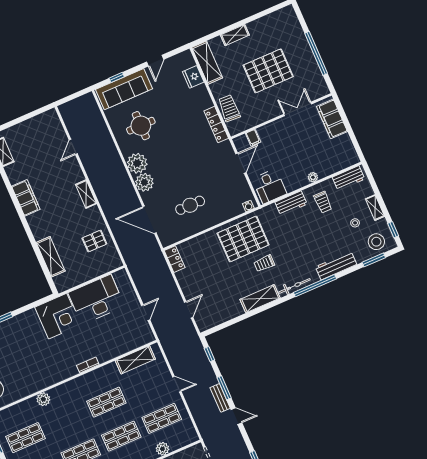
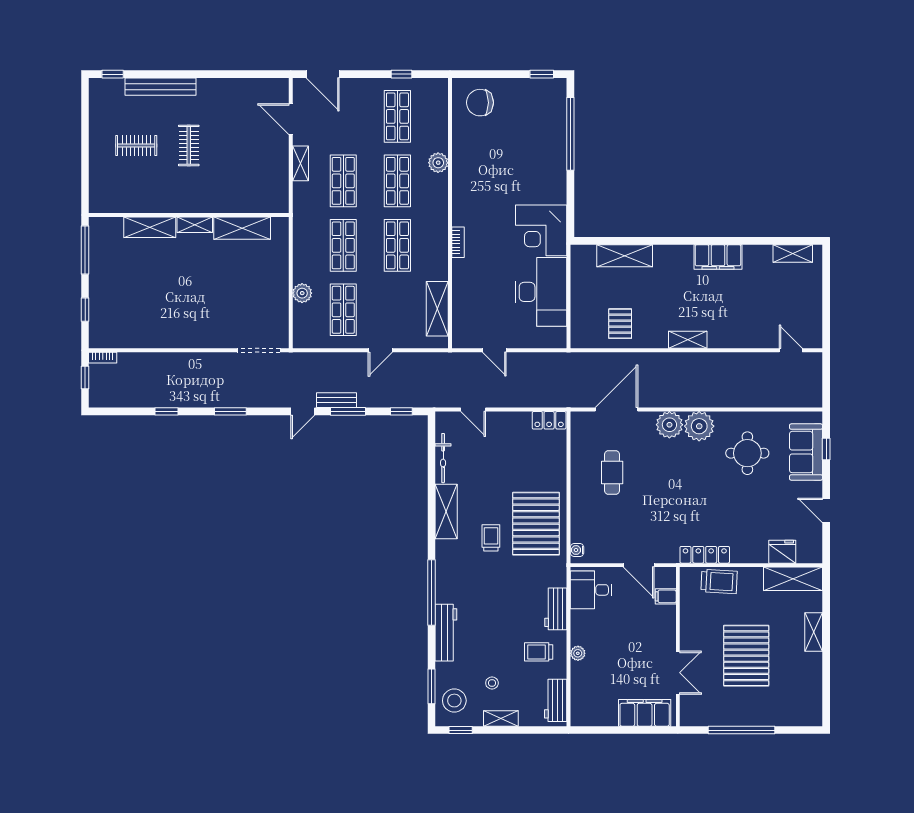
sofa: (124, 89) -> (806, 452), width x0.73
door: (73, 147) -> (791, 350), moved
bicycle: (295, 286) -> (443, 458), moved
shop shelf: (66, 420) -> (397, 181), added

